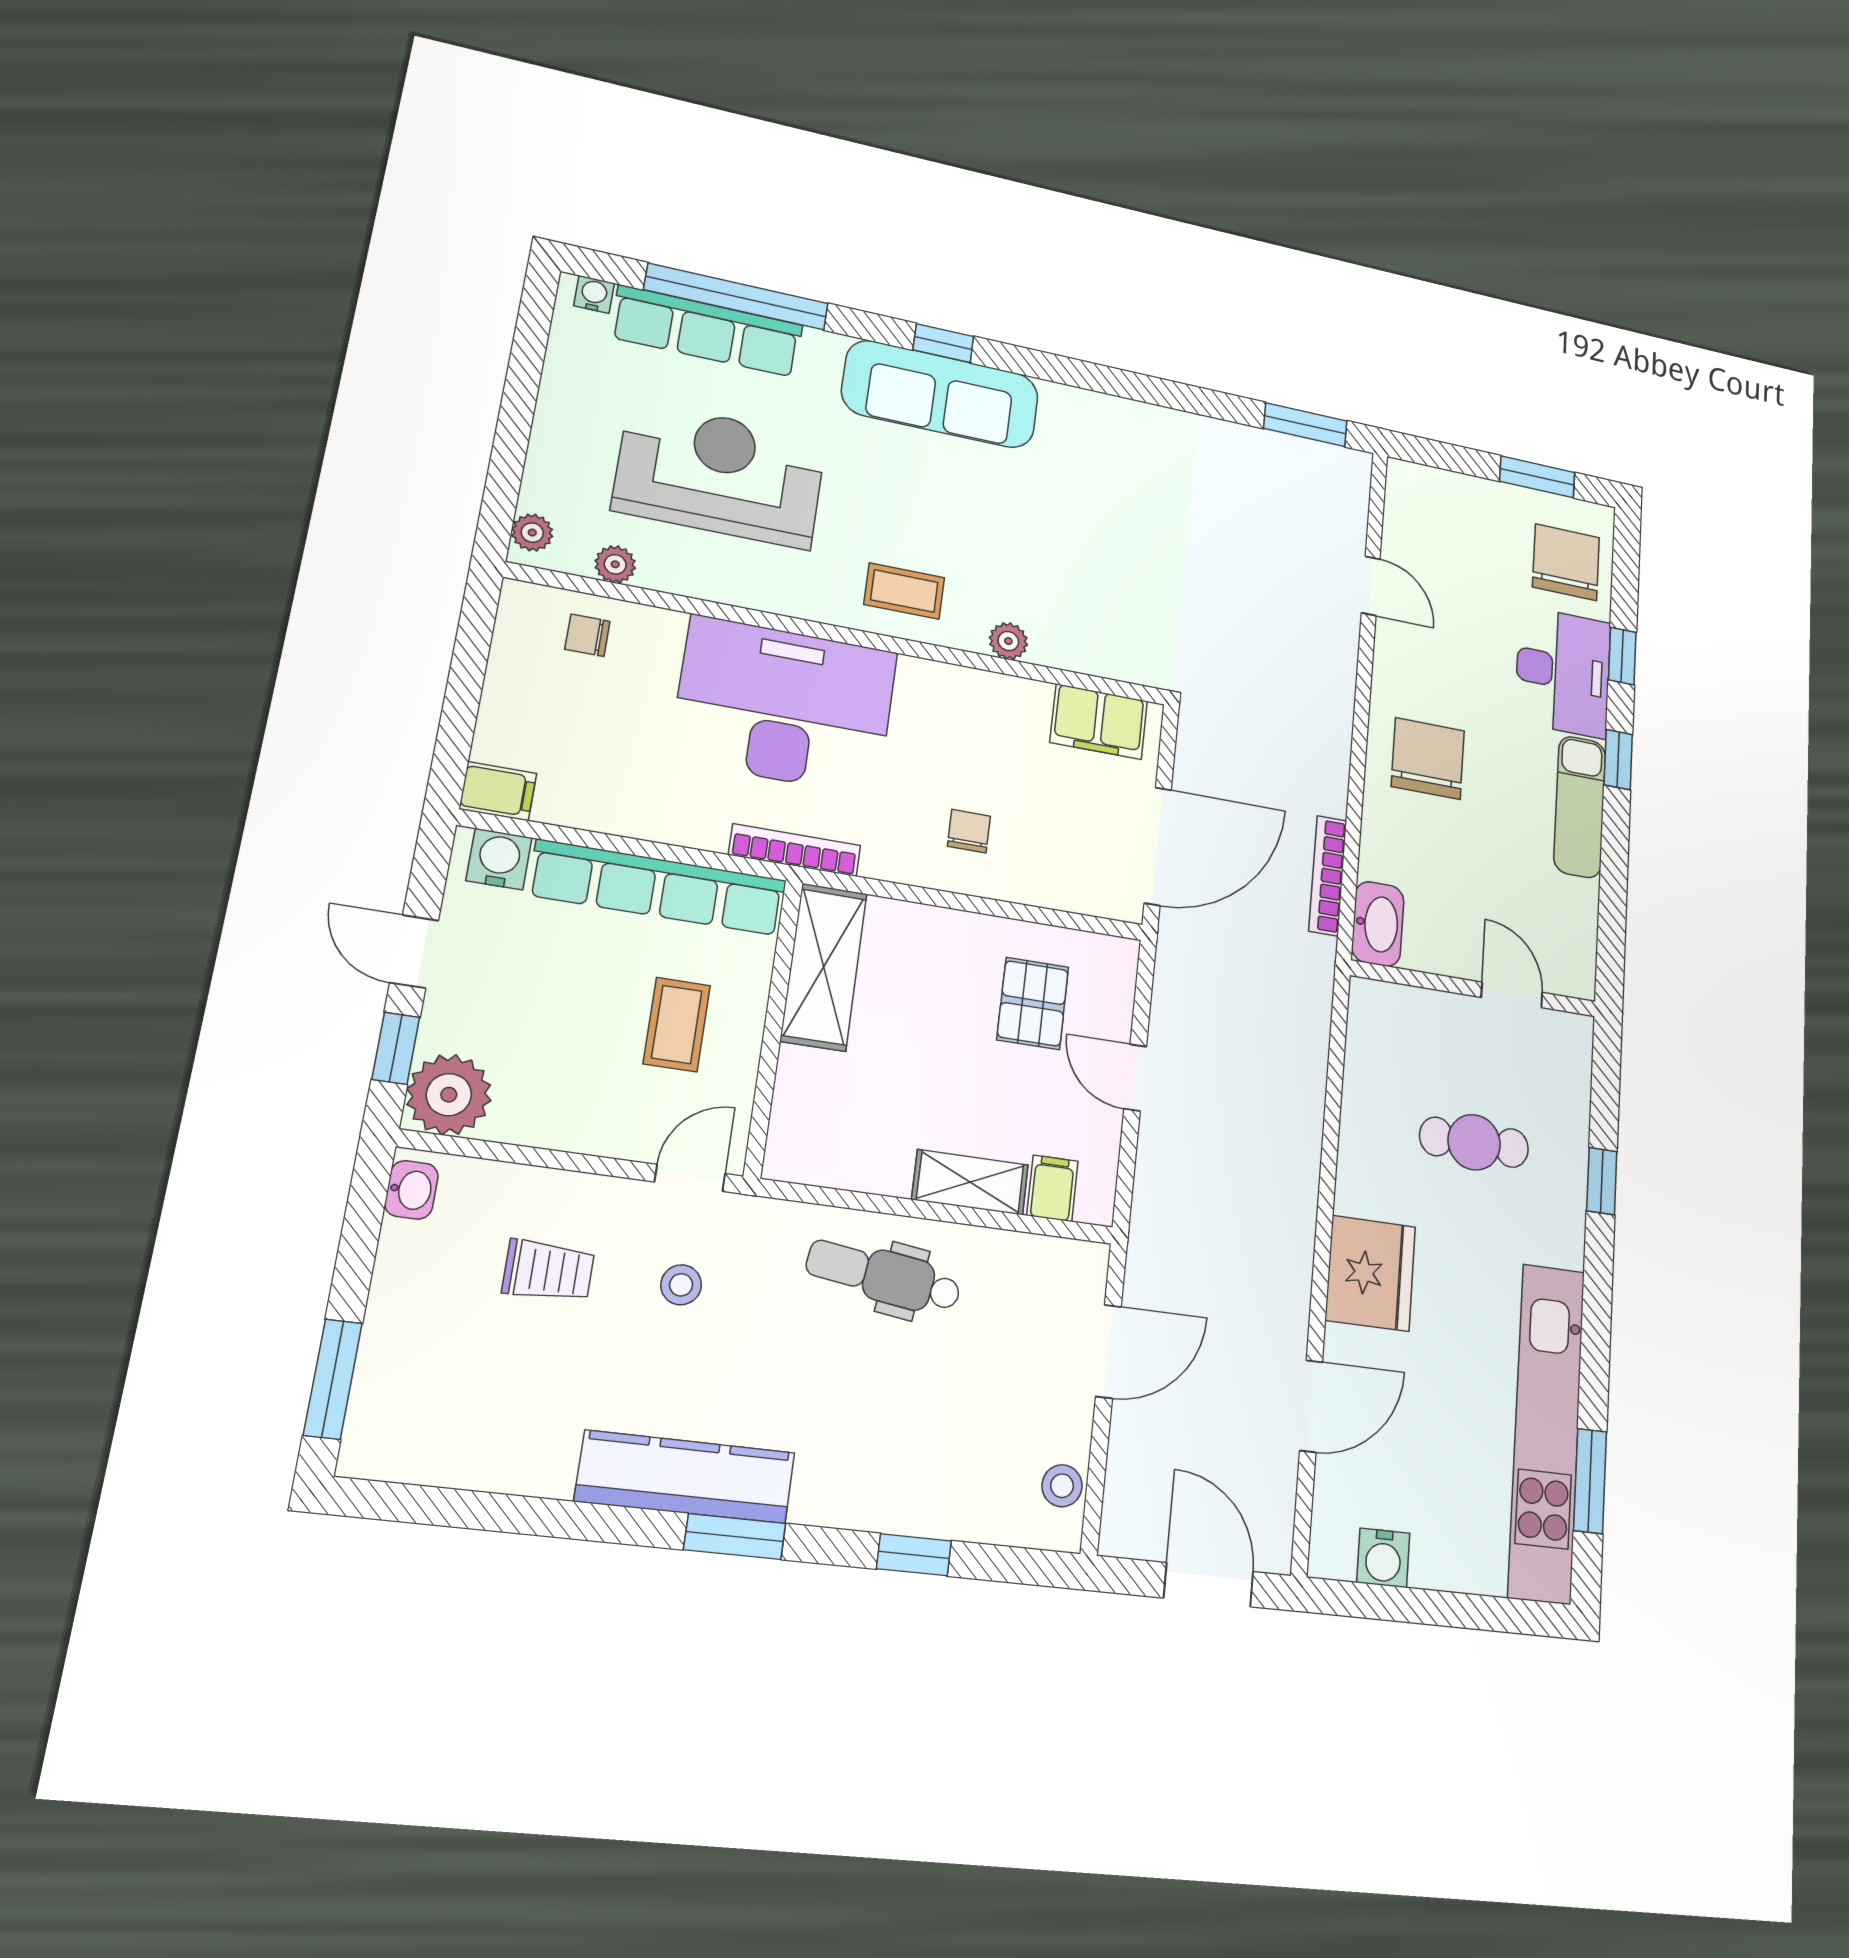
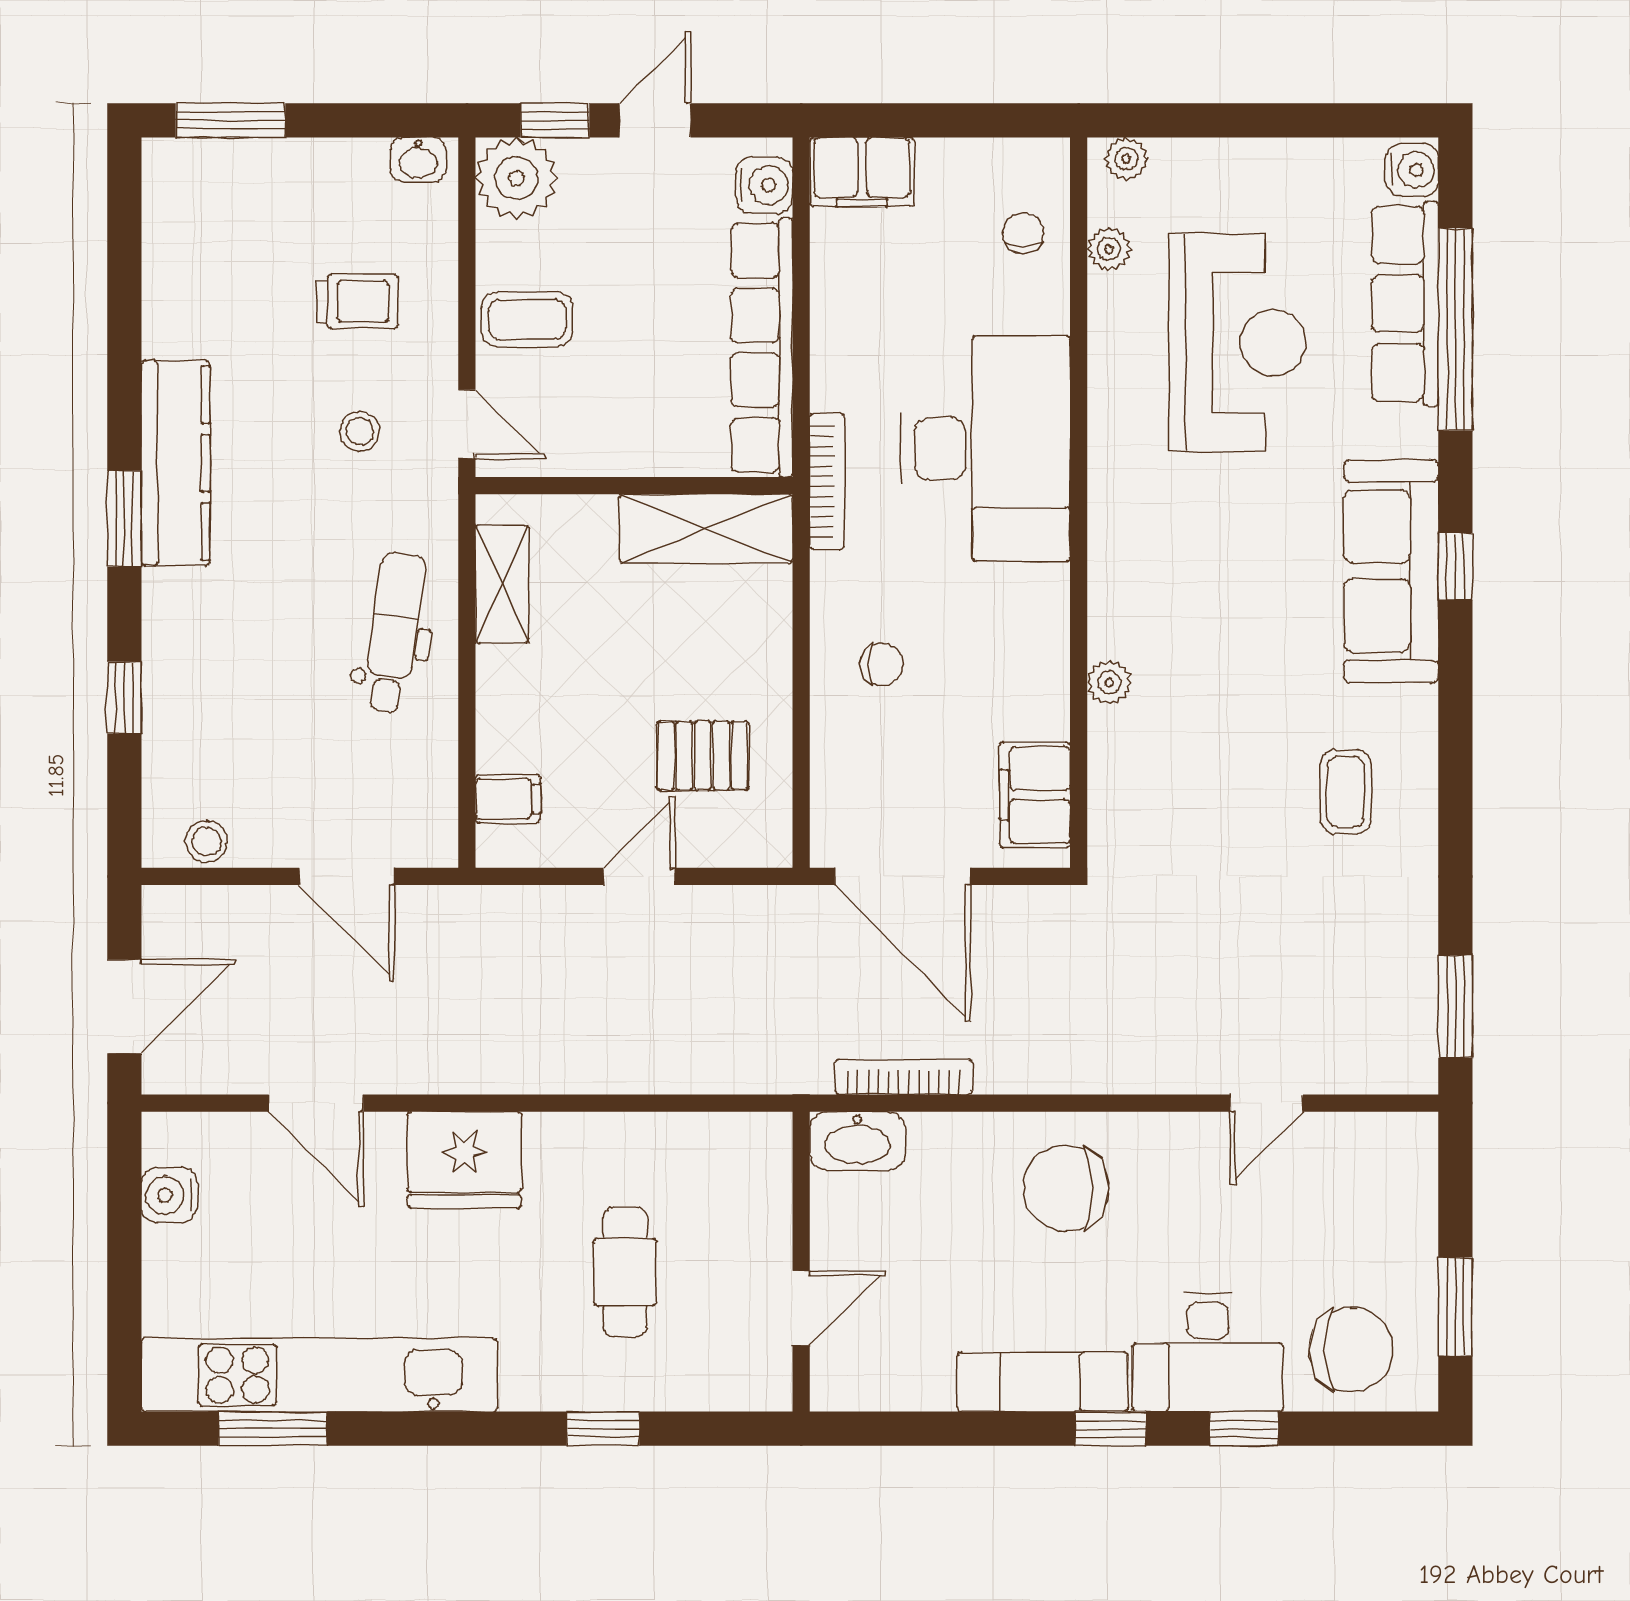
water cooler: (594, 294) -> (1412, 170), width x1.38, depth x1.38
coffee table: (904, 591) -> (1346, 792), moved
chair: (1428, 758) -> (1066, 1188), turned 180
filing cabinet: (498, 791) -> (862, 172), width x2.00
coffee table: (677, 1024) -> (527, 319), moved
shelving: (970, 1182) -> (502, 584), moved
trolley: (548, 1271) -> (357, 301), turned -90

